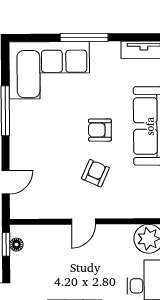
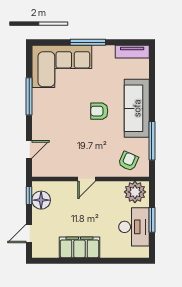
armchair: (95, 173) -> (128, 161), moved
floor lamp: (16, 245) -> (41, 200), width x1.89, depth x1.89

